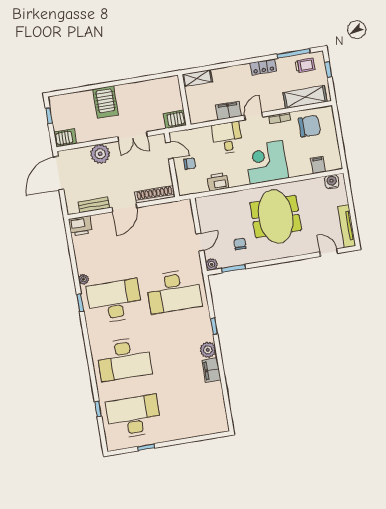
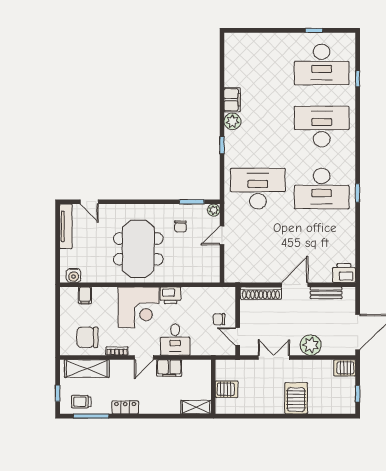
server rack: (175, 119) -> (227, 389), moved
printer: (218, 182) -> (170, 295), moved
plant: (83, 279) -> (350, 217), removed

